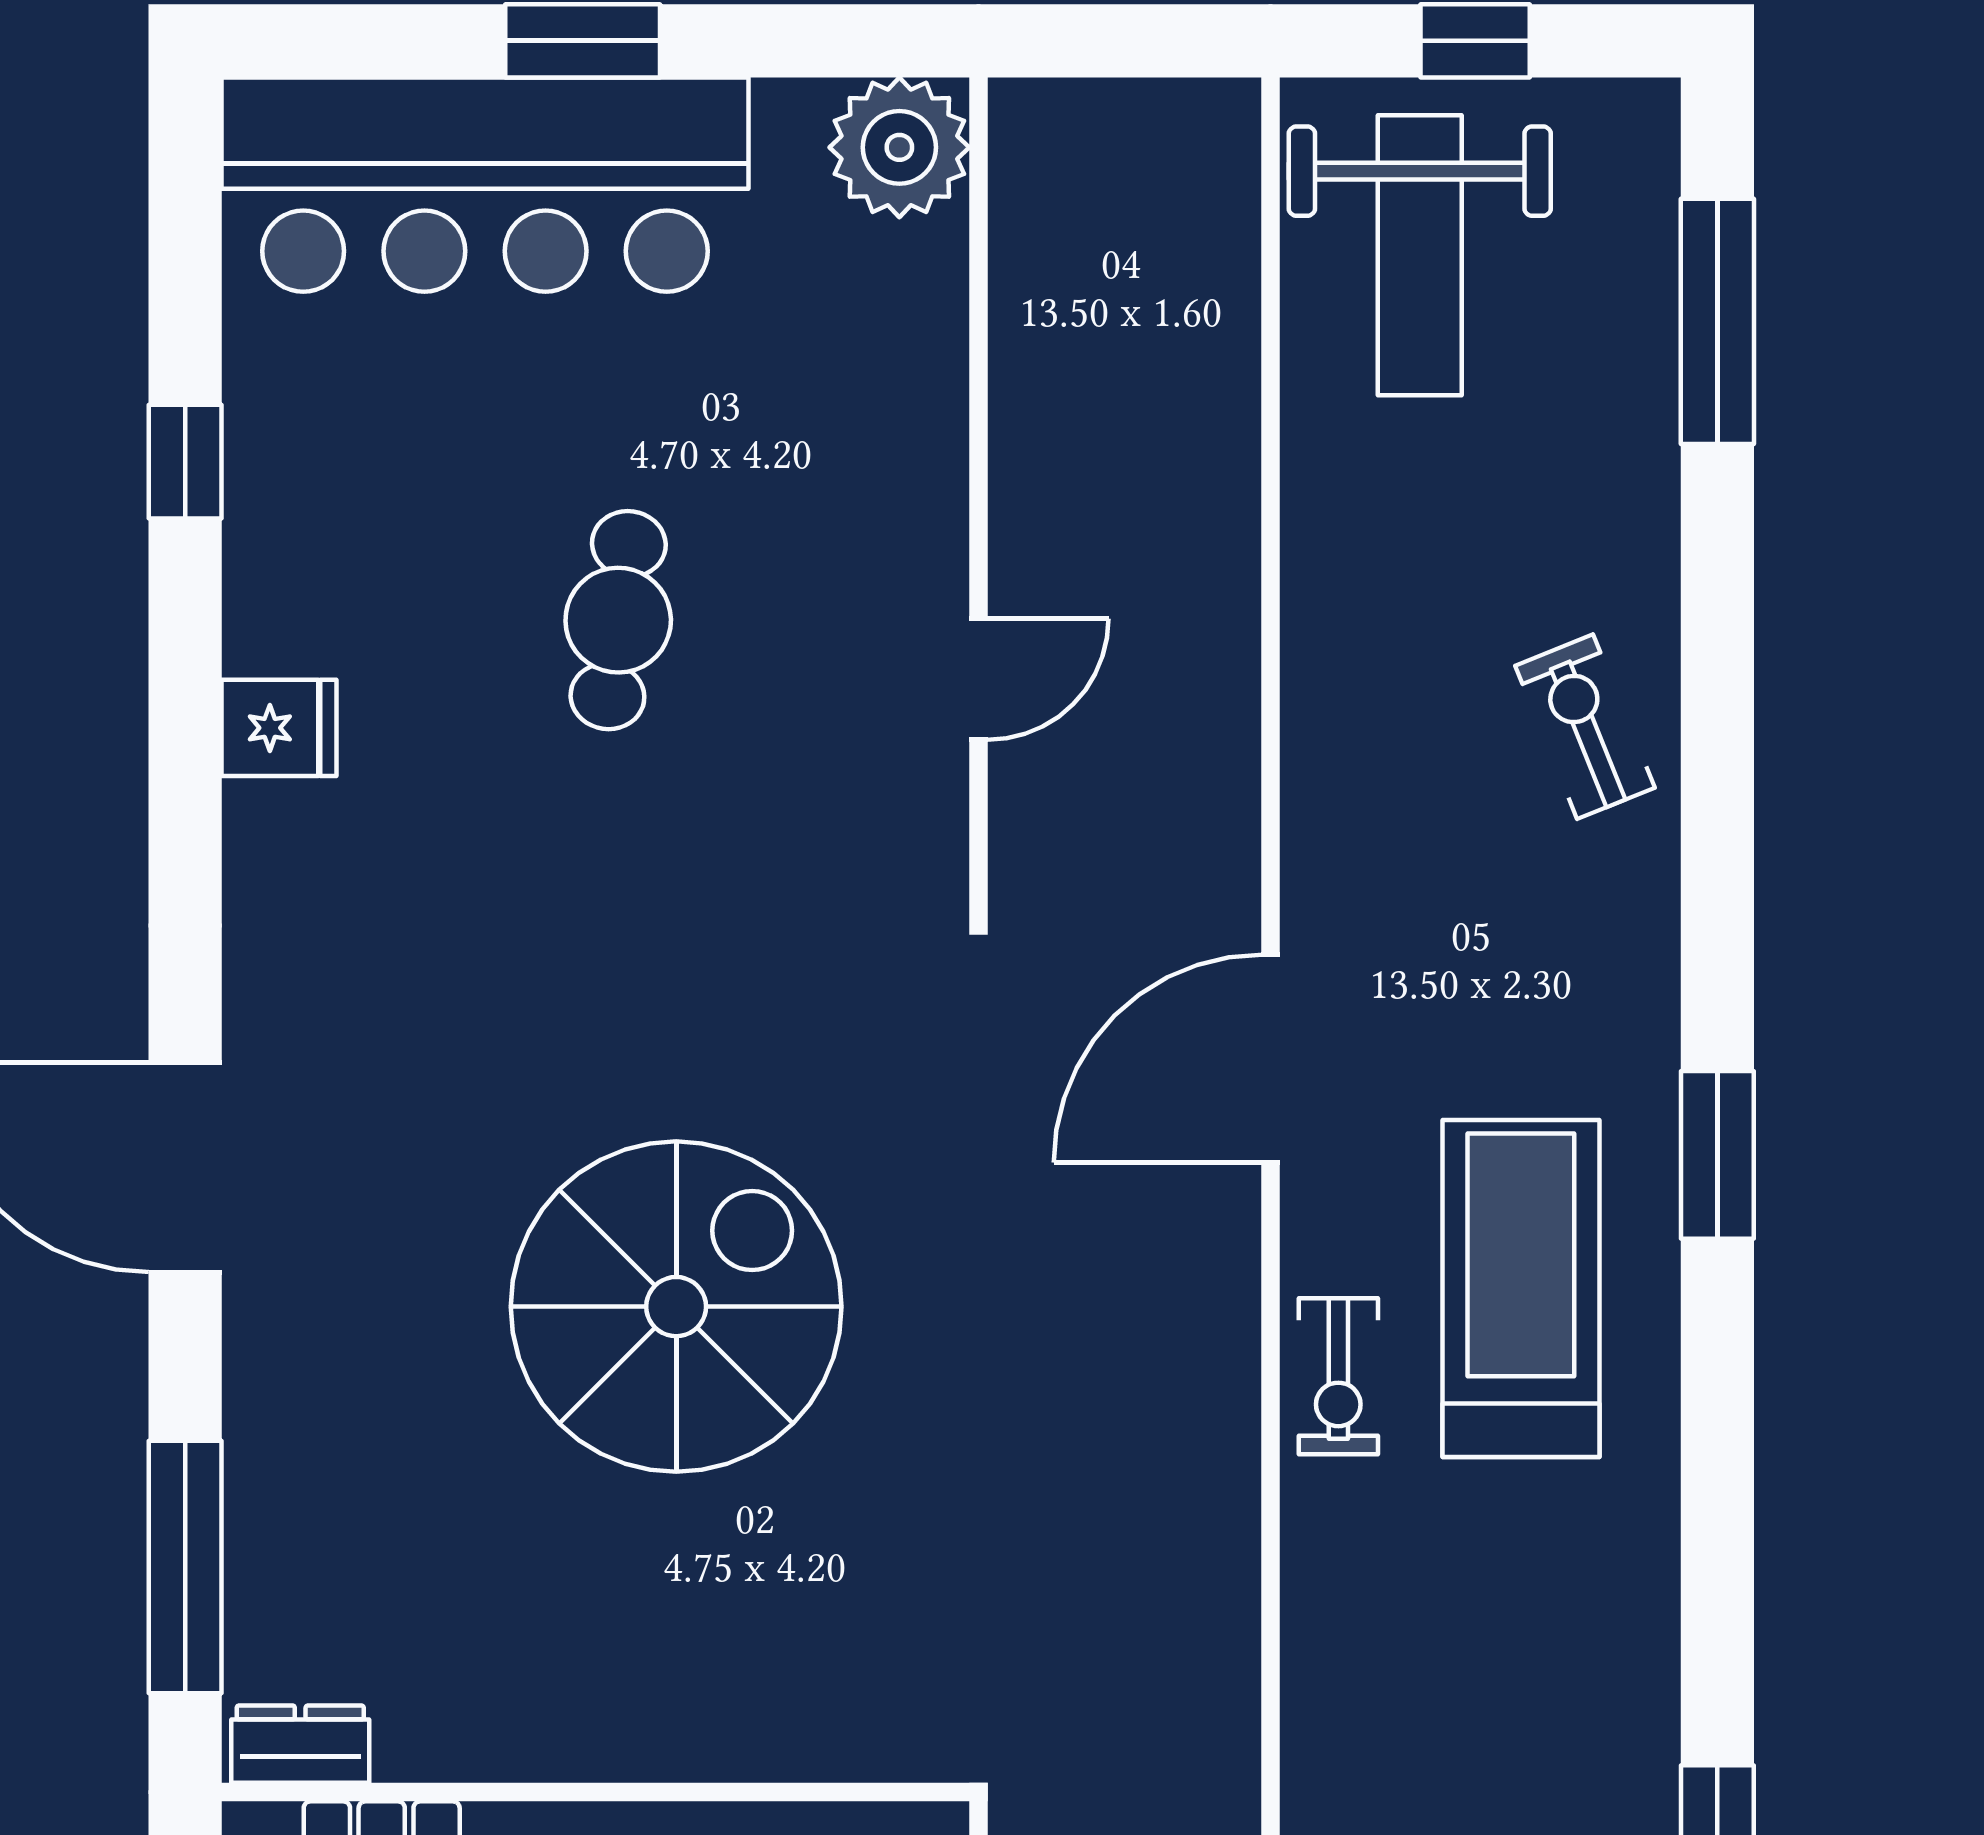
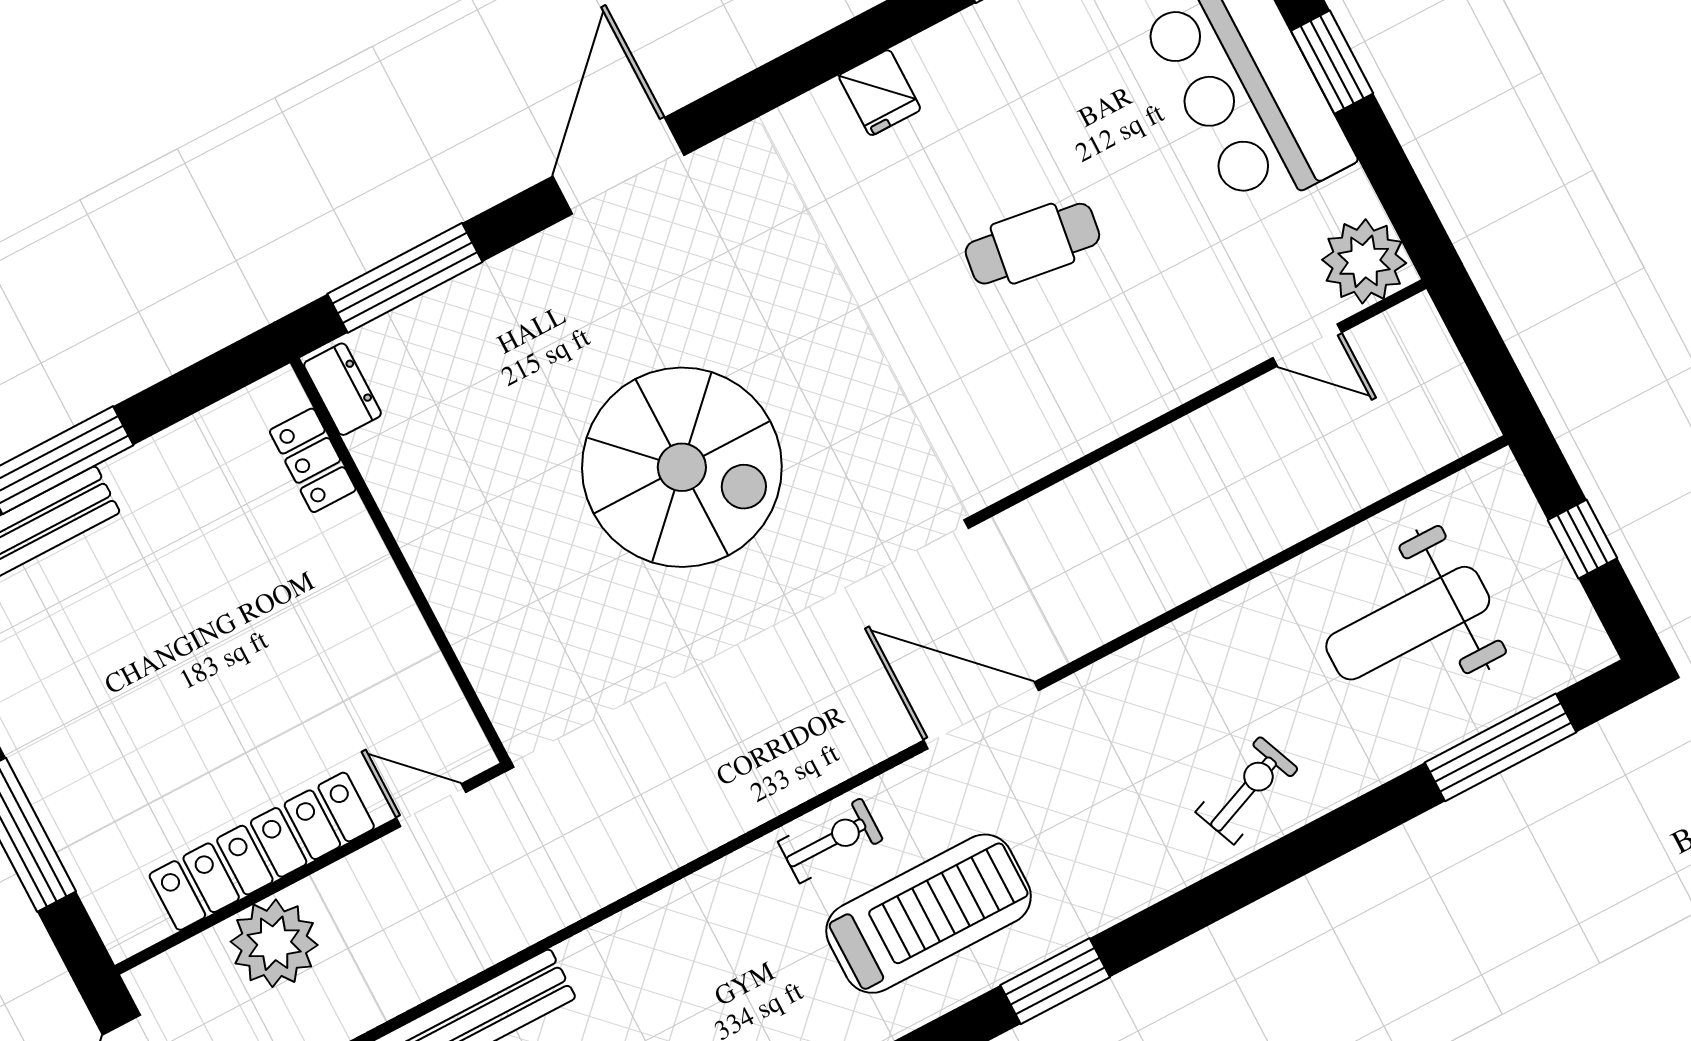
weight bench: (1420, 255) -> (1408, 623), moved
door: (979, 679) -> (1307, 345), moved
exercise bike: (1338, 1376) -> (830, 841), turned 180

